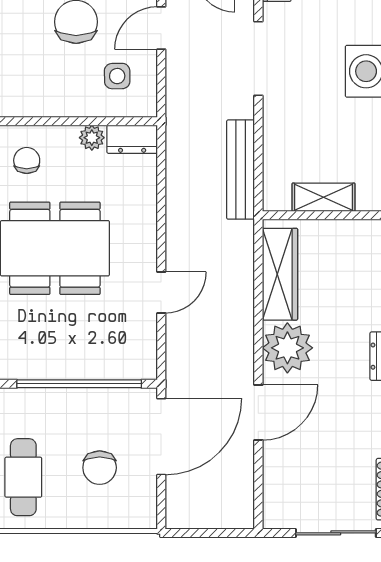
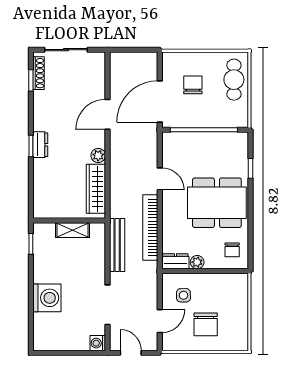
bookcase: (179, 202) -> (150, 227), added
door: (161, 293) -> (160, 179), swing flipped
plant: (287, 348) -> (98, 155), width x0.53, depth x0.53

